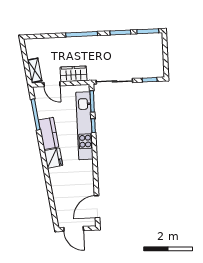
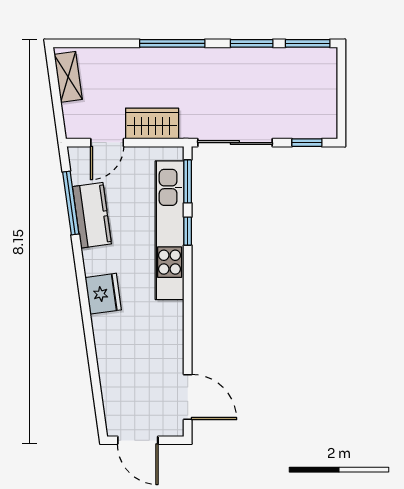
shelving: (35, 70) -> (68, 77), moved
door: (52, 84) -> (107, 143), hinge flipped
kitchen counter: (49, 133) -> (92, 215), moved
door: (97, 207) -> (188, 397), swing flipped

